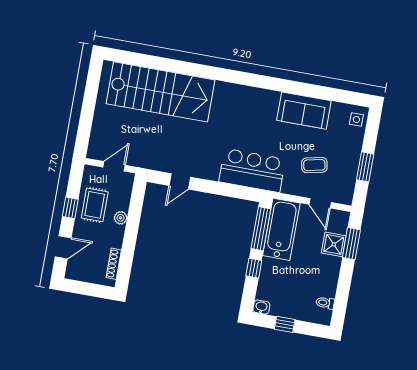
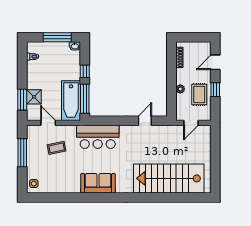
sofa: (304, 111) -> (98, 183), moved
window: (365, 167) -> (22, 153), width x1.44
window: (285, 324) -> (57, 37), width x2.17

